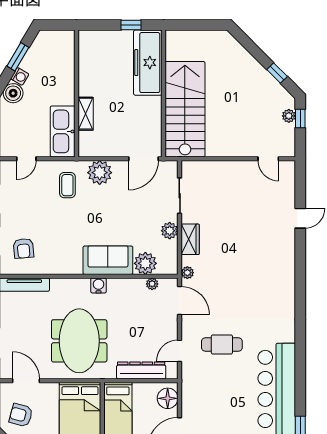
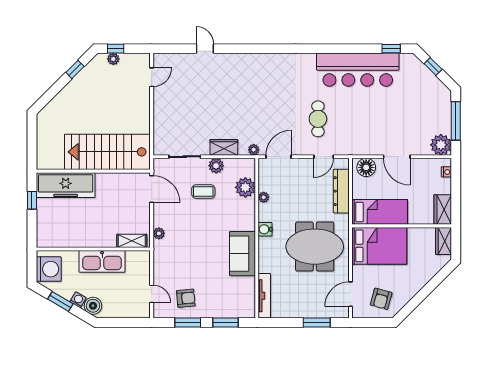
washing machine: (54, 44) -> (49, 269), added
shelving: (86, 114) -> (132, 241), moved
kitchen sink: (63, 131) -> (102, 261), moved
plant: (100, 173) -> (159, 233), width x0.53, depth x0.53
coffee table: (67, 185) -> (203, 191), moved
armchair: (23, 248) -> (186, 298), moved
sofa: (108, 260) -> (243, 254), moved
plant: (152, 284) -> (264, 197), moved
door: (180, 351) -> (324, 157), hinge flipped

